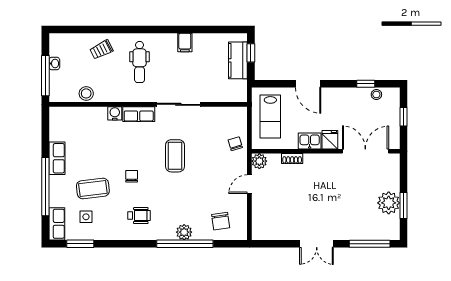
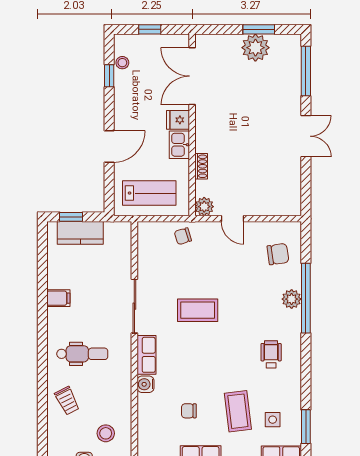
stool: (86, 93) -> (106, 433), moved
chair: (132, 176) -> (189, 411), moved

